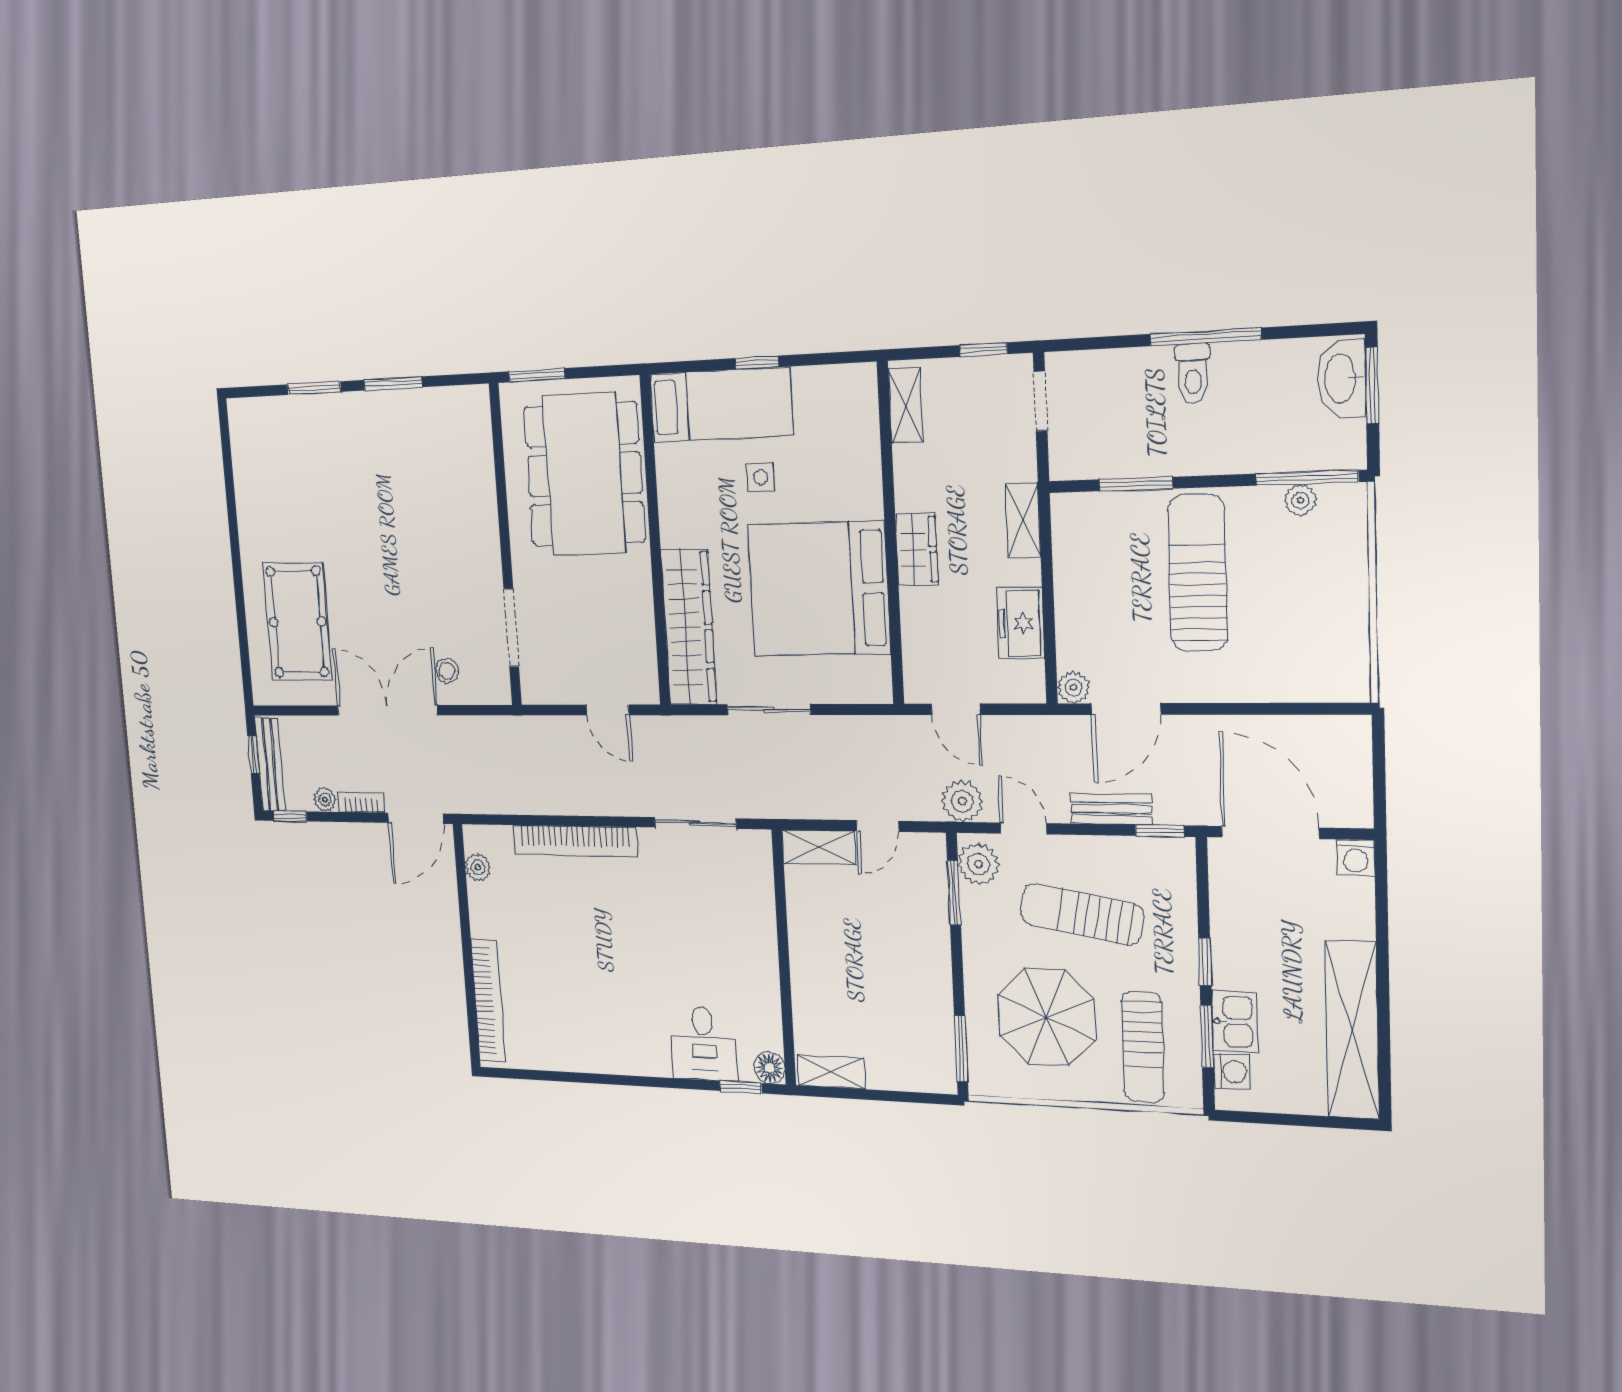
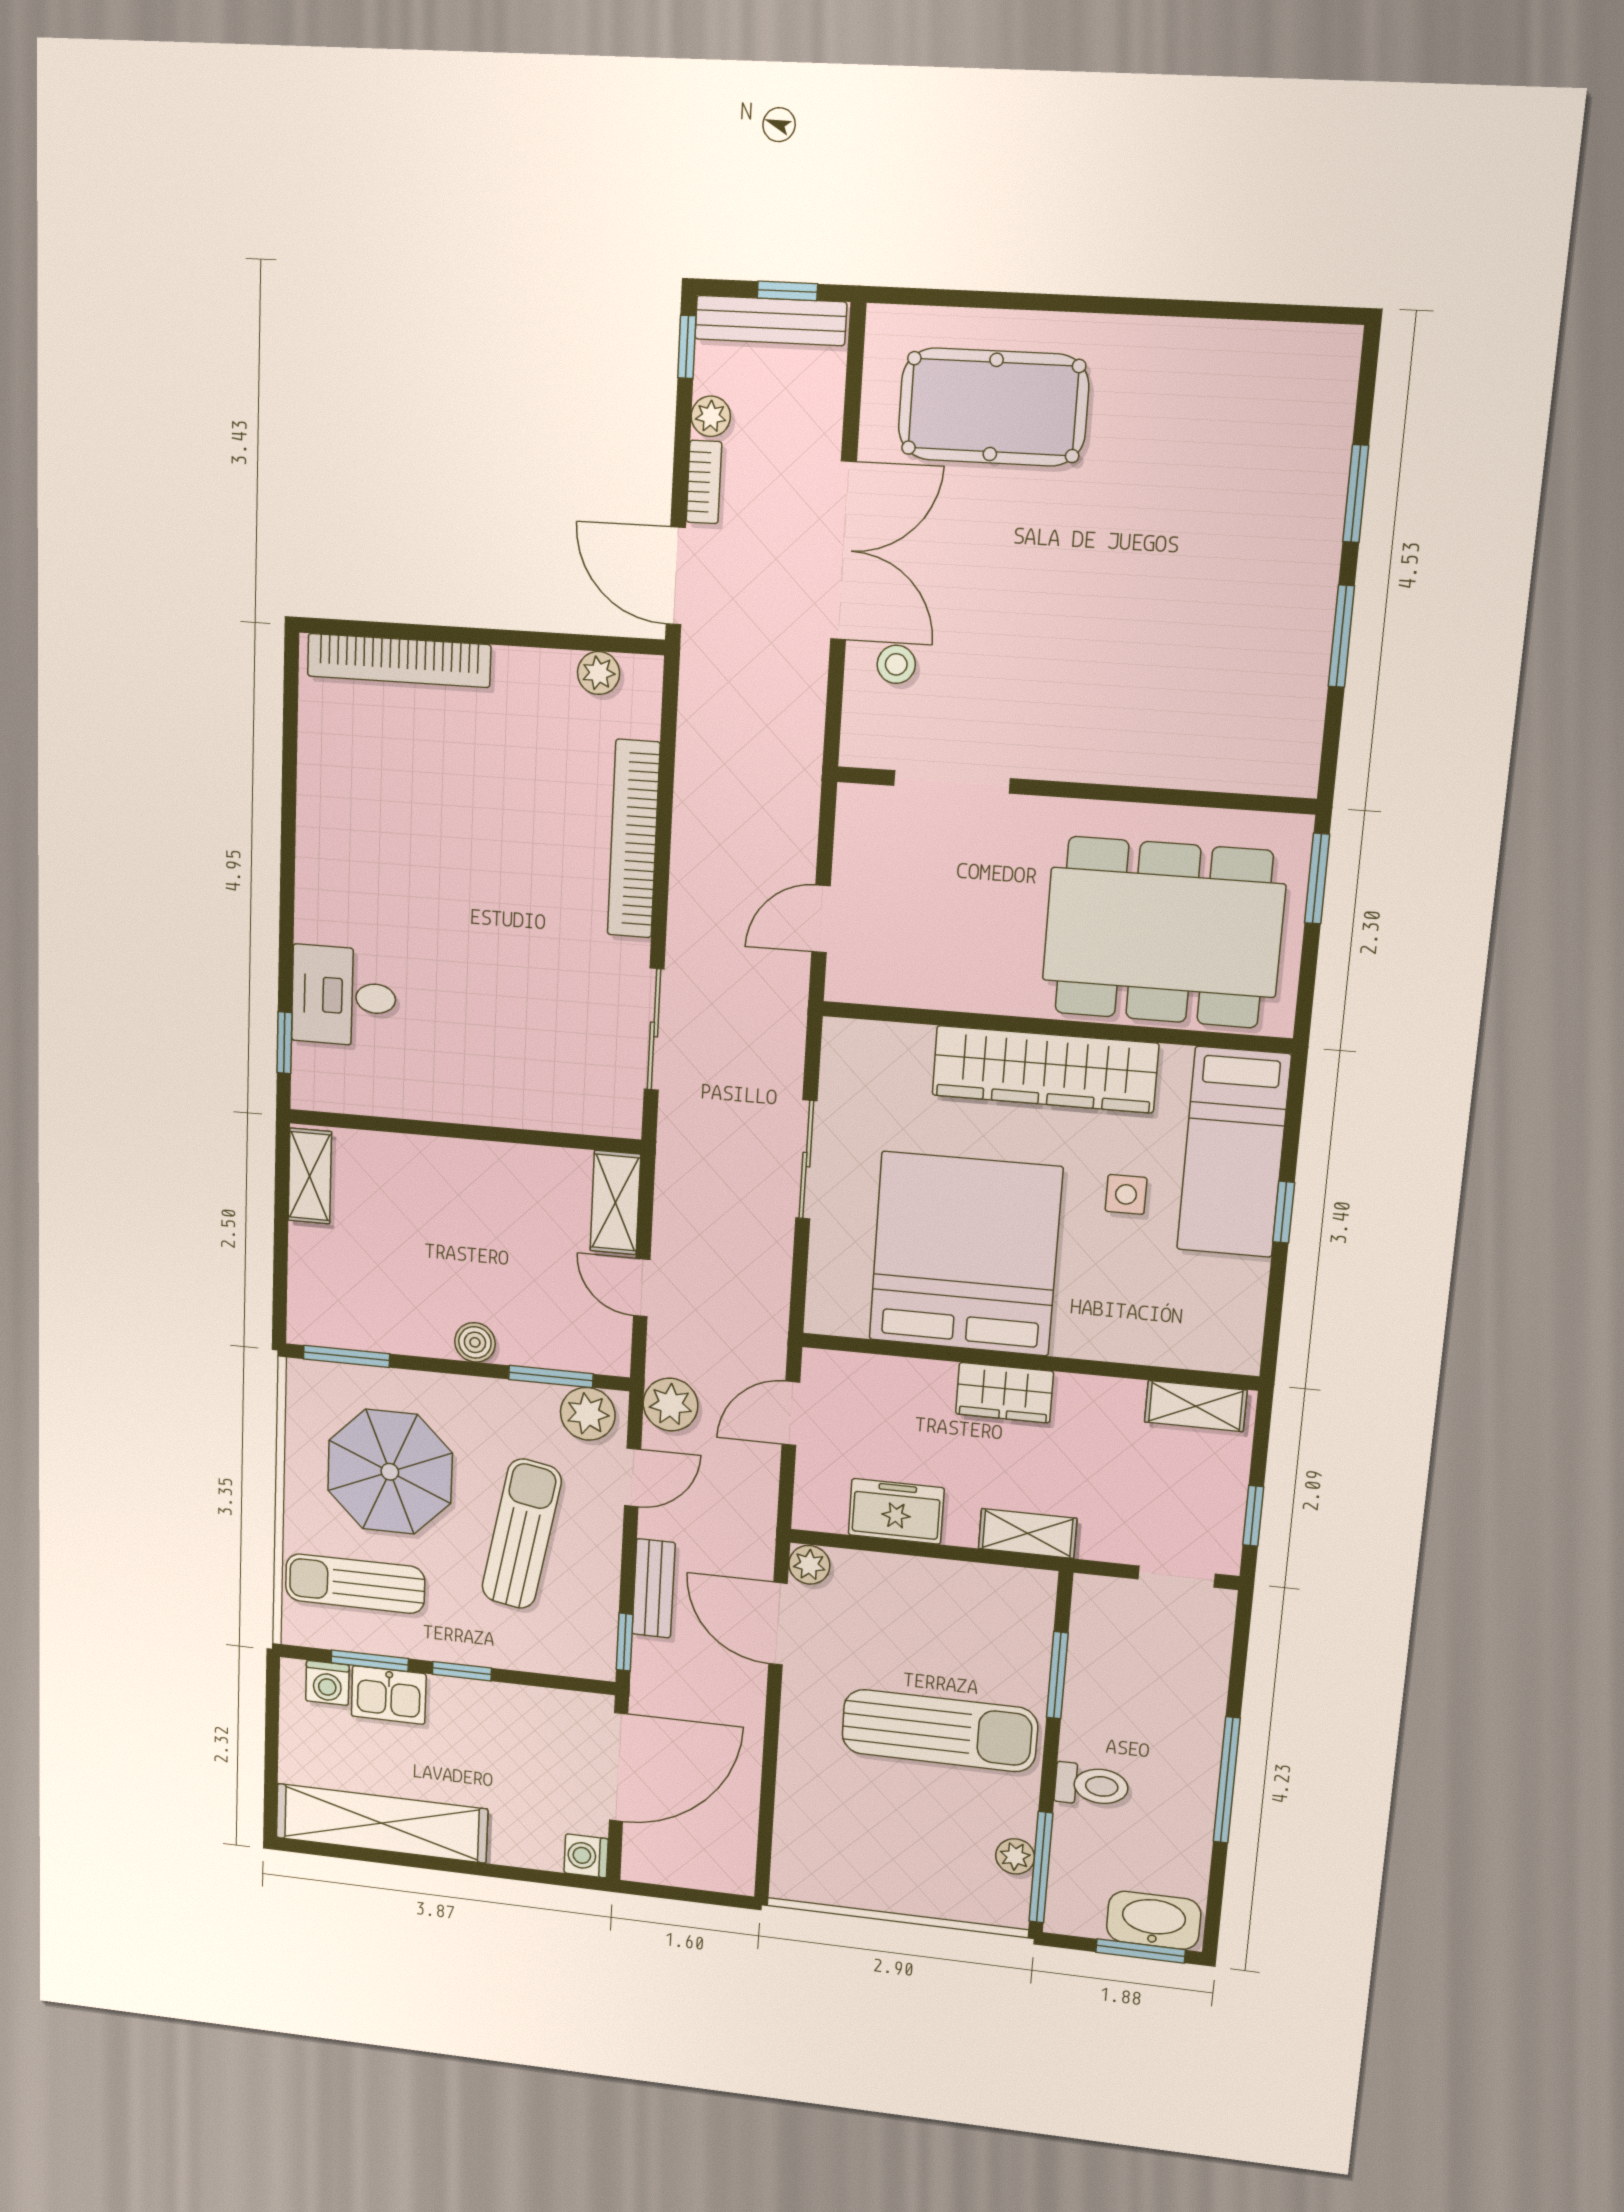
toilet: (1193, 374) -> (1092, 1785), moved, turned 180
wardrobe: (689, 627) -> (1045, 1069), moved
boiler: (936, 951) -> (475, 1342), added
floor lamp: (770, 1068) -> (313, 1089), removed

